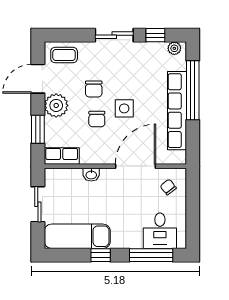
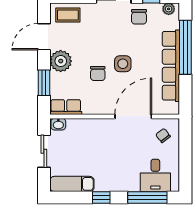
chair: (94, 89) -> (139, 17), moved
washbasin: (91, 175) -> (58, 124), moved
exam couch: (77, 236) -> (72, 184), width x0.73, depth x0.69

